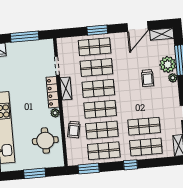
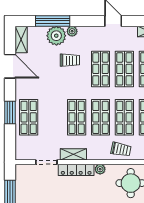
shop shelf: (96, 68) -> (100, 69), moved

